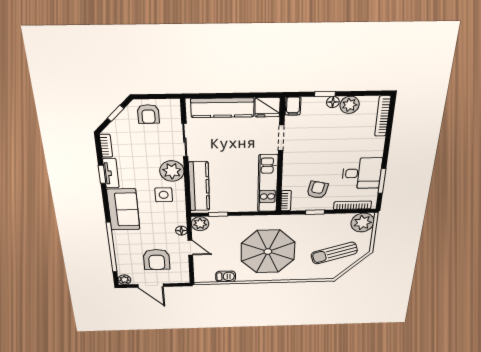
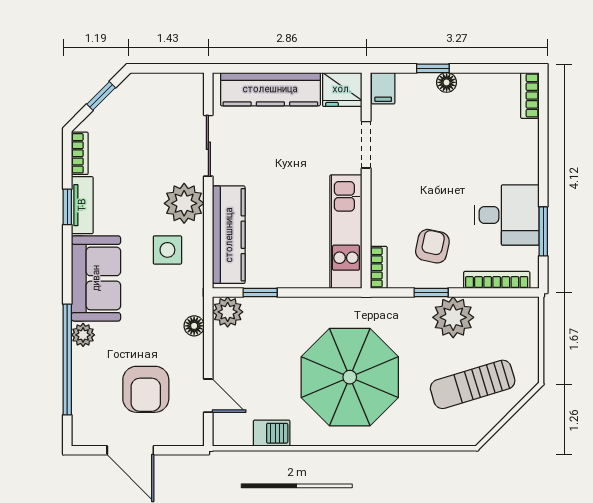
plant: (350, 105) -> (474, 88), removed
armchair: (148, 114) -> (153, 98), removed
bookcase: (383, 116) -> (530, 96), width x0.64
plant: (363, 223) -> (453, 317), moved
door: (190, 248) -> (208, 396), moved
plant: (124, 280) -> (83, 335), moved

